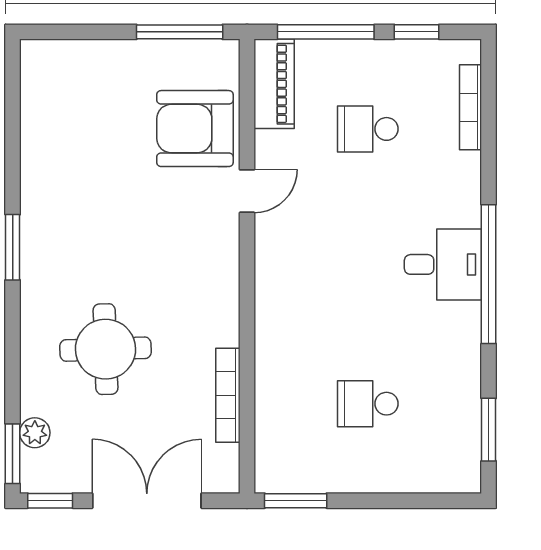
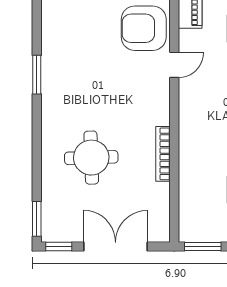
window: (13, 247) -> (37, 75), moved
bookcase: (228, 395) -> (163, 154), moved
plant: (35, 433) -> (50, 207), removed

